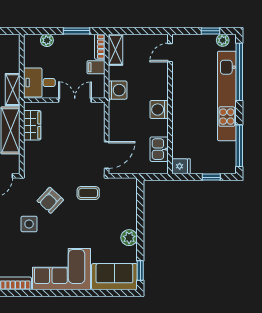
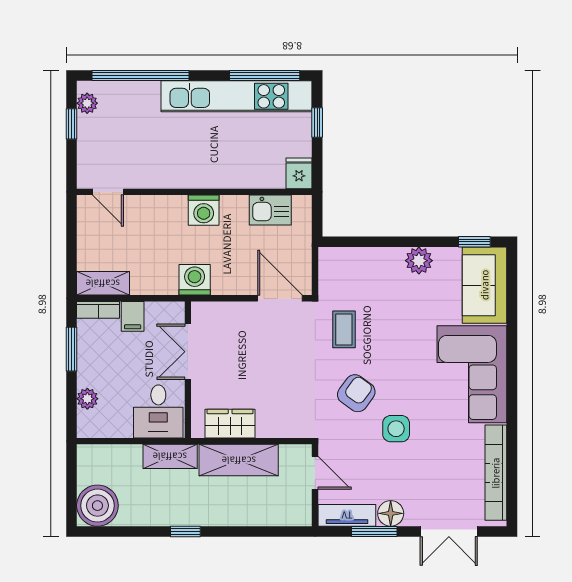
washing machine: (118, 90) -> (195, 280), moved
kitchen unit: (227, 96) -> (237, 96), moved
armchair: (50, 200) -> (356, 393), turned -97

